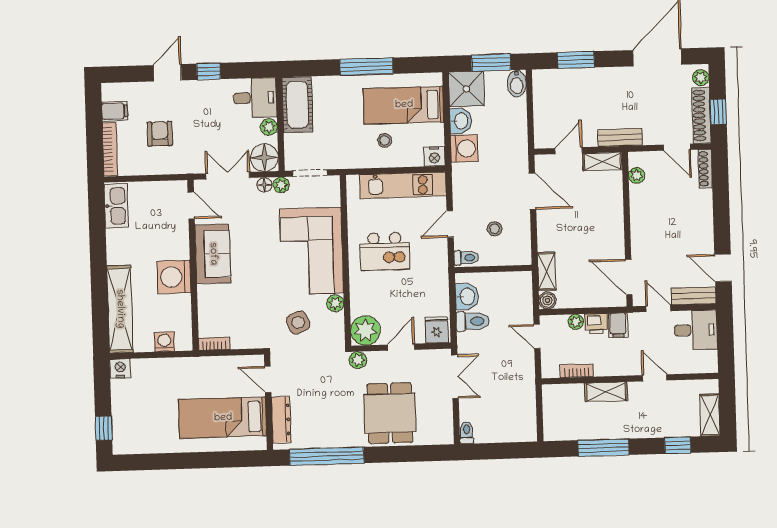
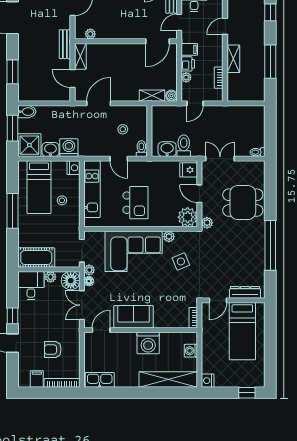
door: (268, 379) -> (218, 300), moved
wall: (269, 402) -> (233, 300), moved
bed: (223, 418) -> (242, 331), moved
dresser: (281, 420) -> (245, 292), moved

